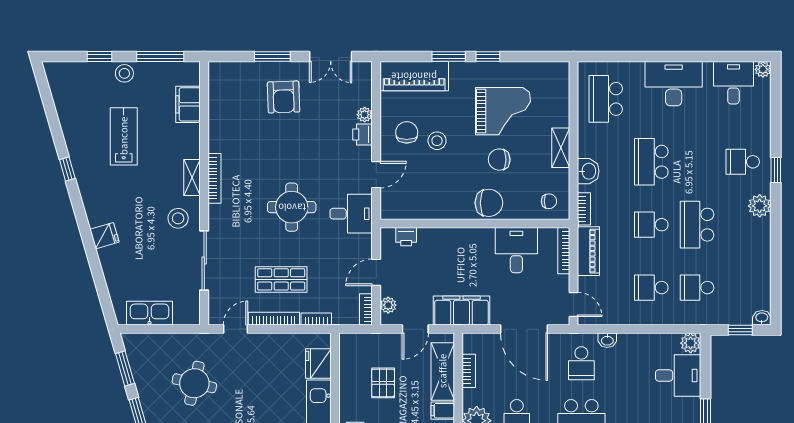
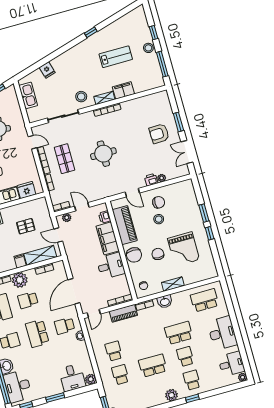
piano: (414, 76) -> (125, 225), moved, turned 180
filing cabinet: (188, 104) -> (123, 90), moved
desk: (351, 214) -> (109, 185), removed
school desk: (651, 225) -> (185, 356), moved
fridge: (104, 236) -> (47, 70), moved
desk: (516, 250) -> (111, 266), moved
filing cabinet: (461, 311) -> (108, 238), moved, turned 180

